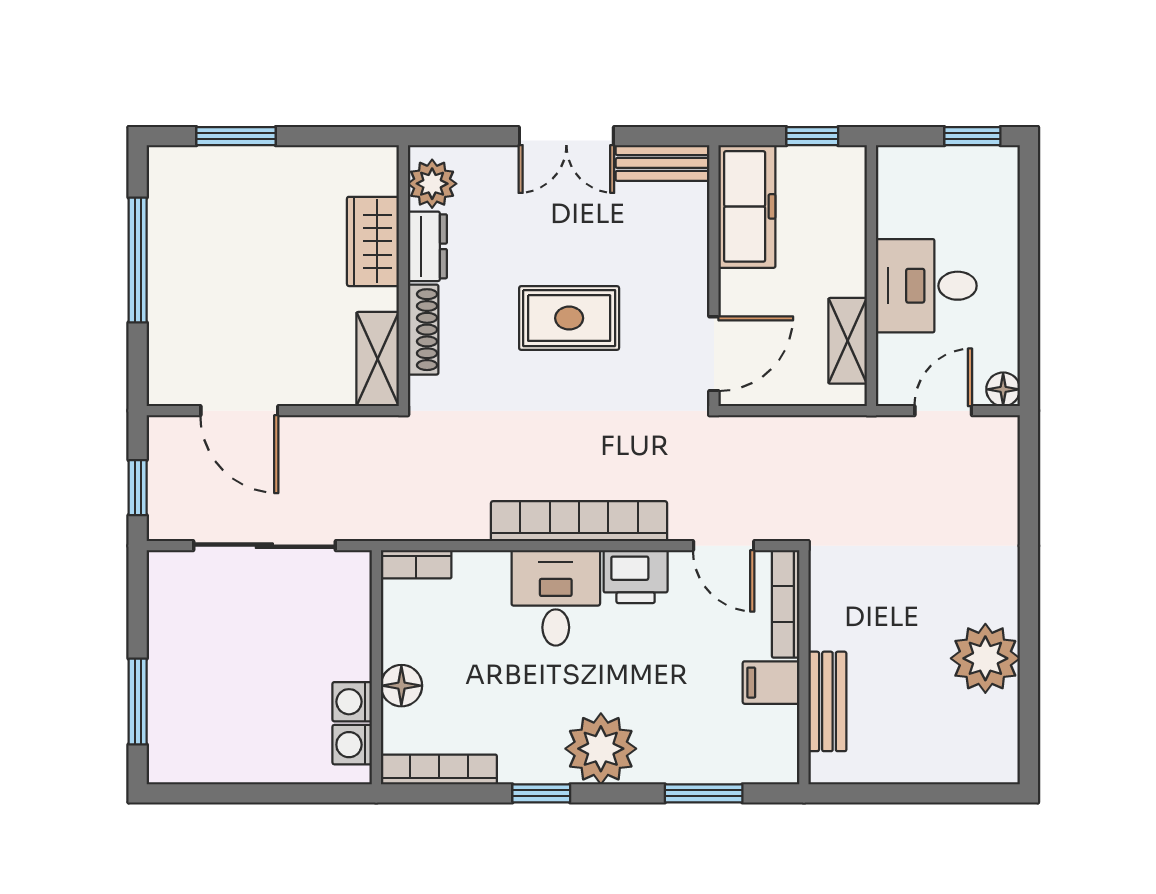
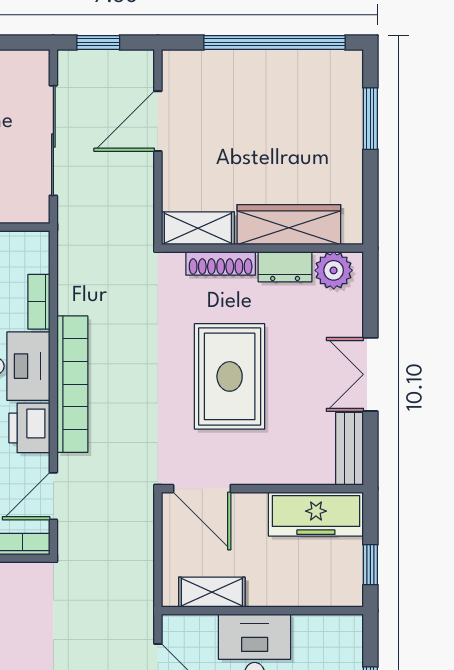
wardrobe: (373, 241) -> (289, 225), width x1.50
window: (138, 260) -> (274, 42), width x1.46
rug: (569, 318) -> (230, 376), width x1.36, depth x1.43
bookcase: (416, 564) -> (39, 302), moved

